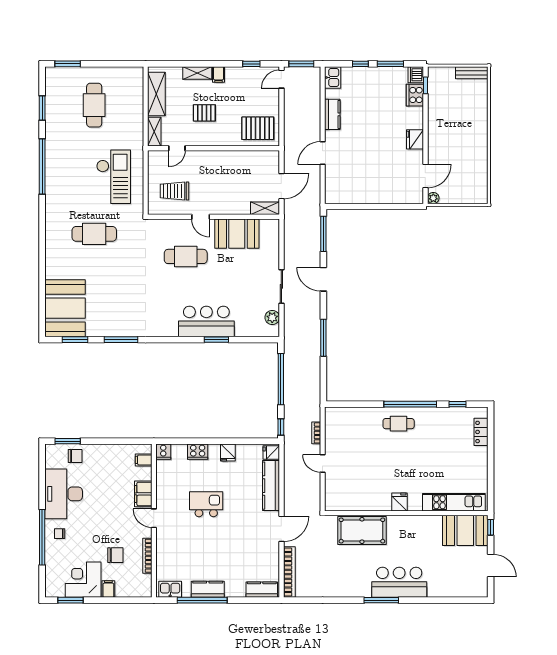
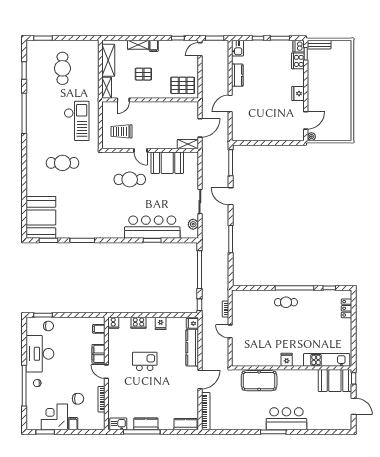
bench: (472, 73) -> (319, 45), moved
bar counter: (206, 321) -> (152, 227), width x1.36

